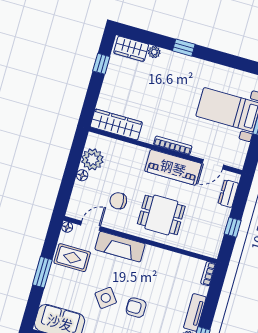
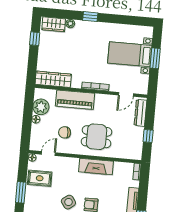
piano: (173, 167) -> (75, 100), moved
dresser: (228, 193) -> (140, 113), width x1.44
fireplace: (120, 247) -> (96, 166), moved

